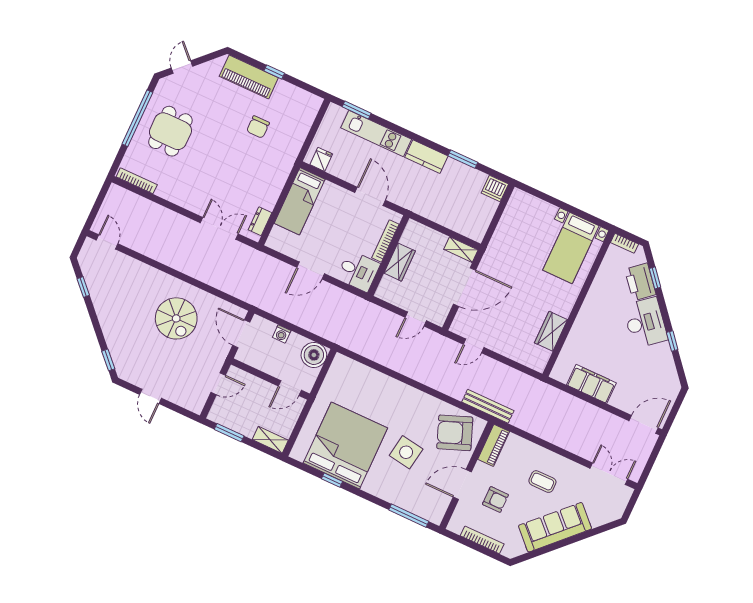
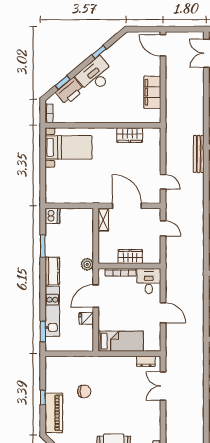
fridge: (321, 159) -> (86, 318), moved
plant: (415, 204) -> (87, 264), added

